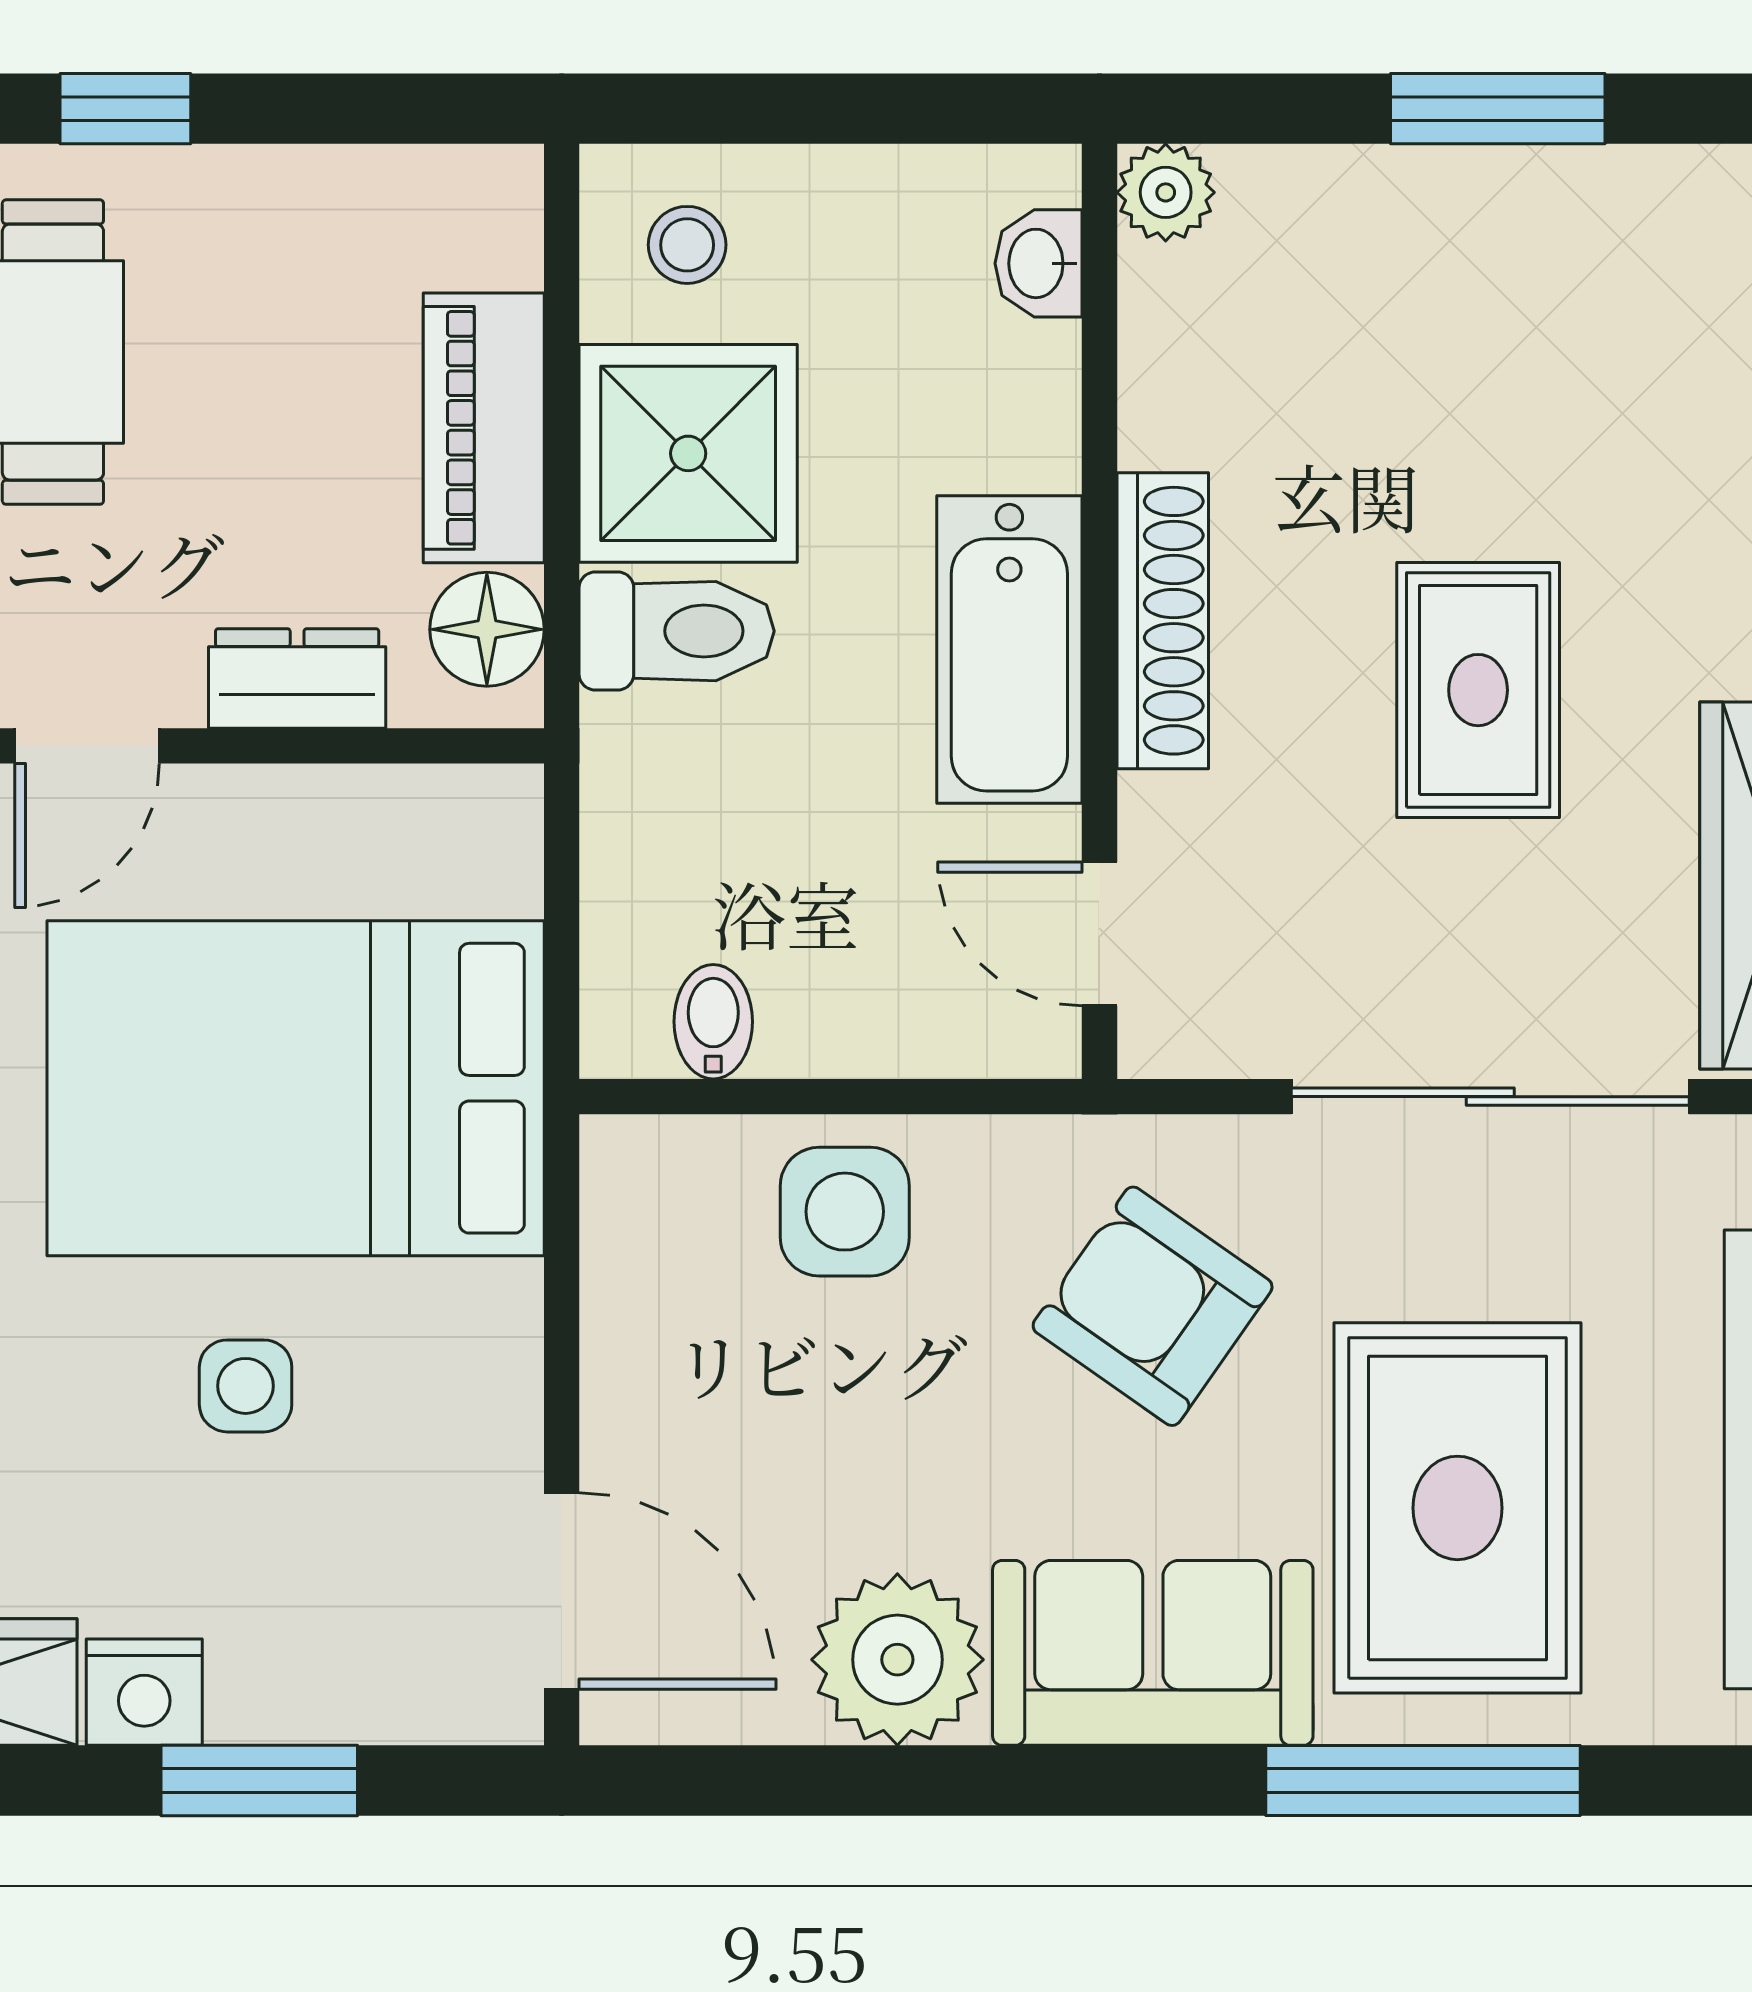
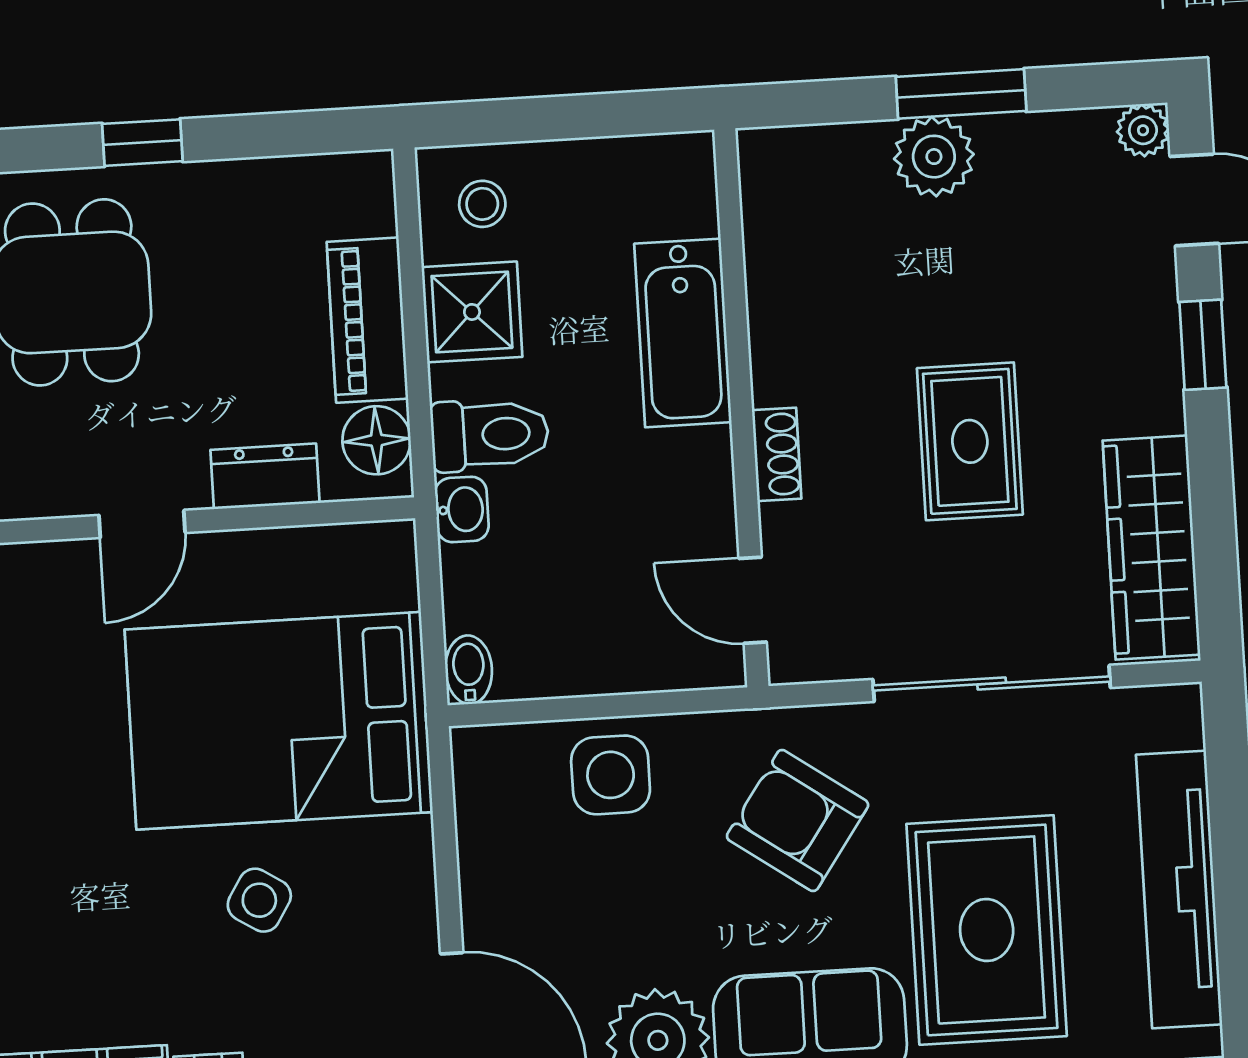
plant: (1166, 192) -> (934, 157), moved, width x1.38, depth x1.38
washbasin: (1039, 263) -> (462, 509), moved, turned 180
shower: (688, 453) -> (472, 312), width x0.73, depth x0.73
shoe rack: (1163, 621) -> (777, 454), width x0.51, depth x0.81
bathtub: (1009, 650) -> (683, 333), moved
bidet: (713, 1022) -> (469, 670), moved
side table: (246, 1386) -> (259, 900), turned 32

